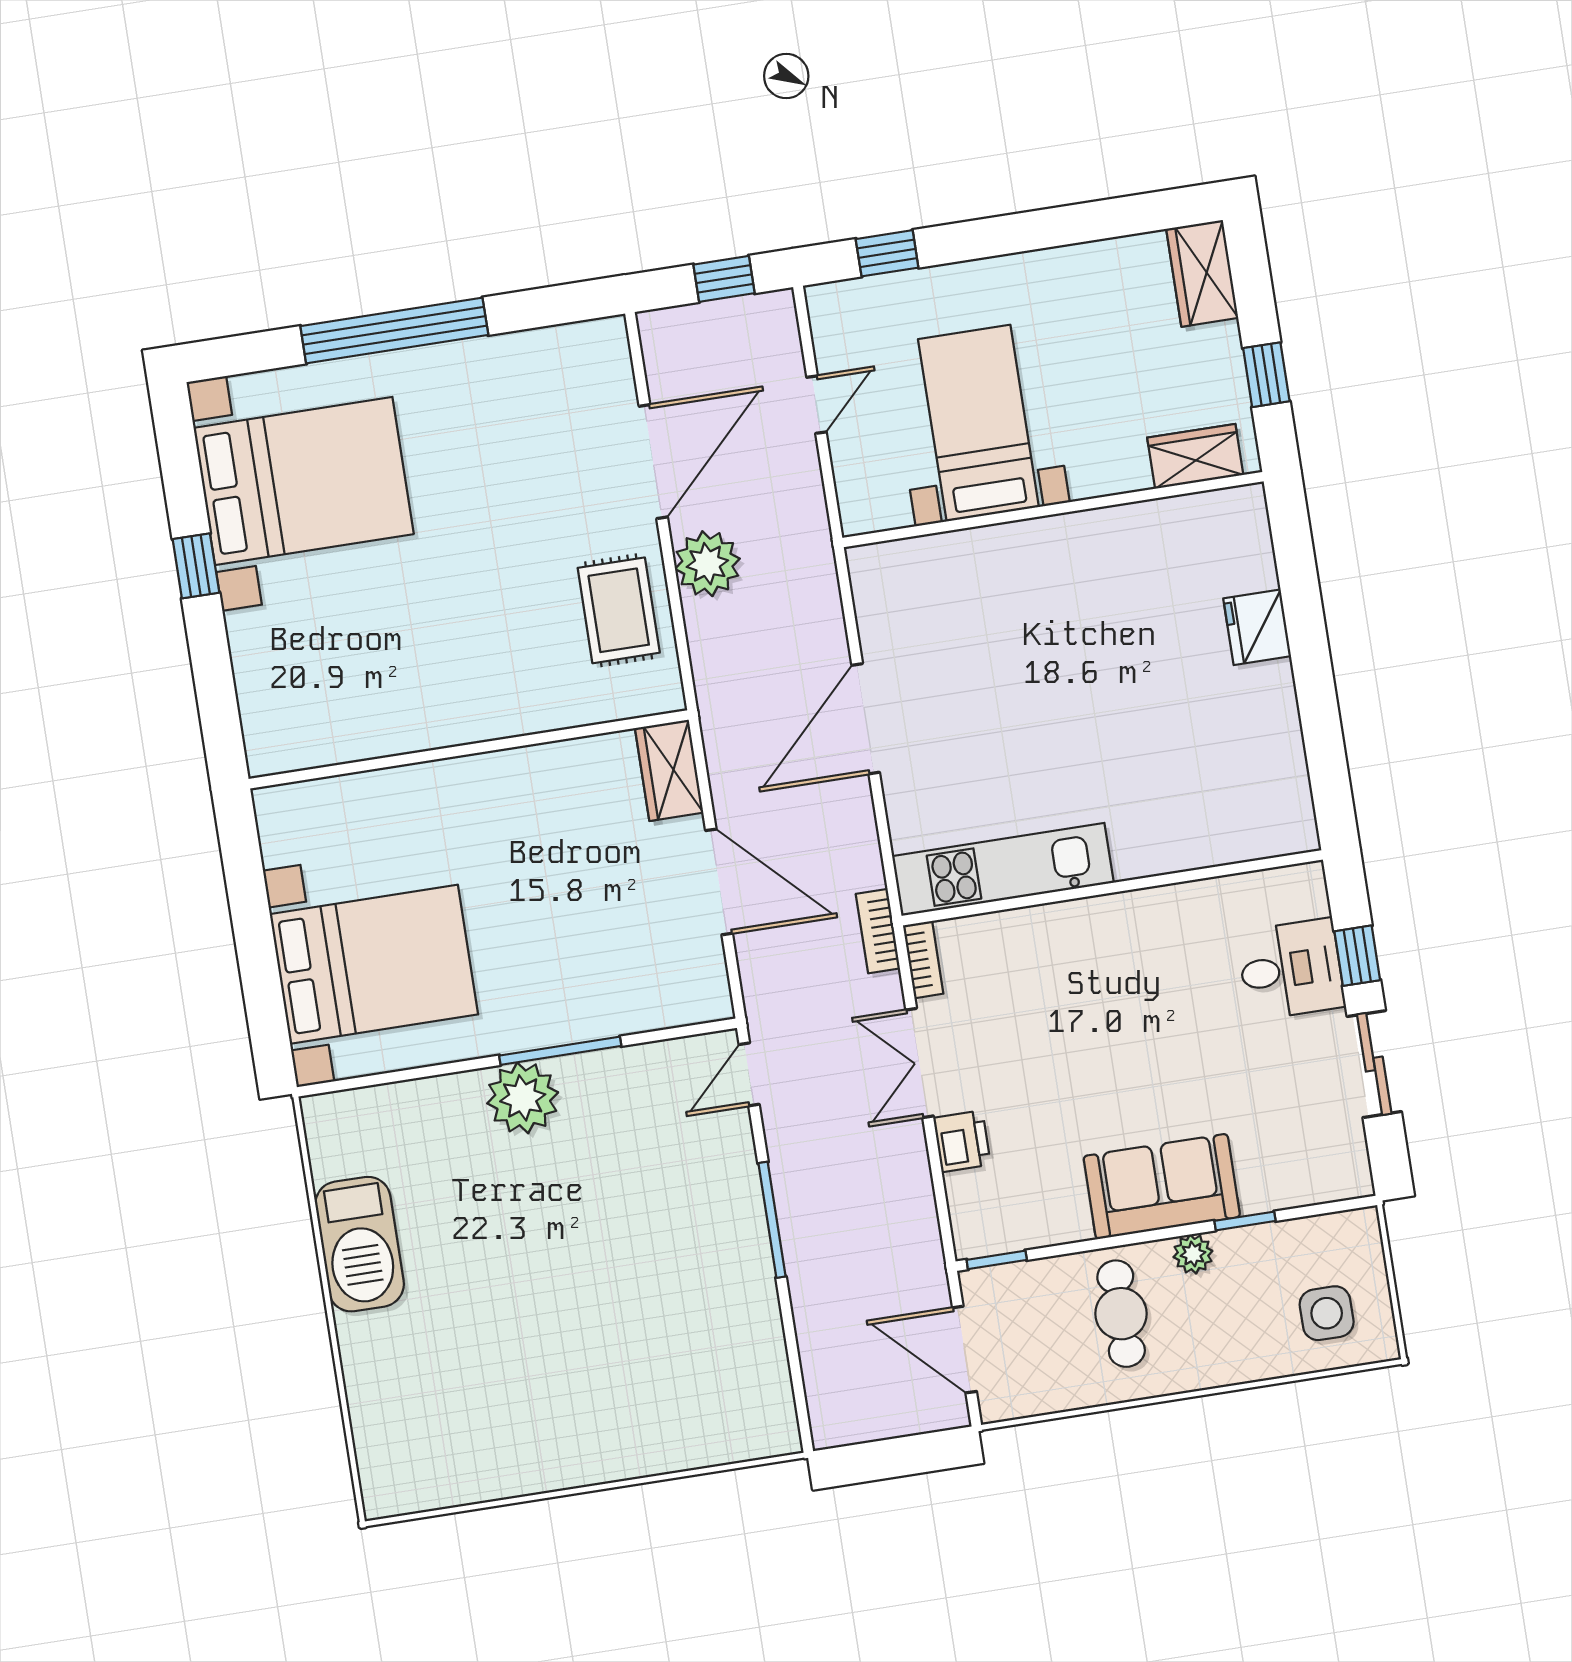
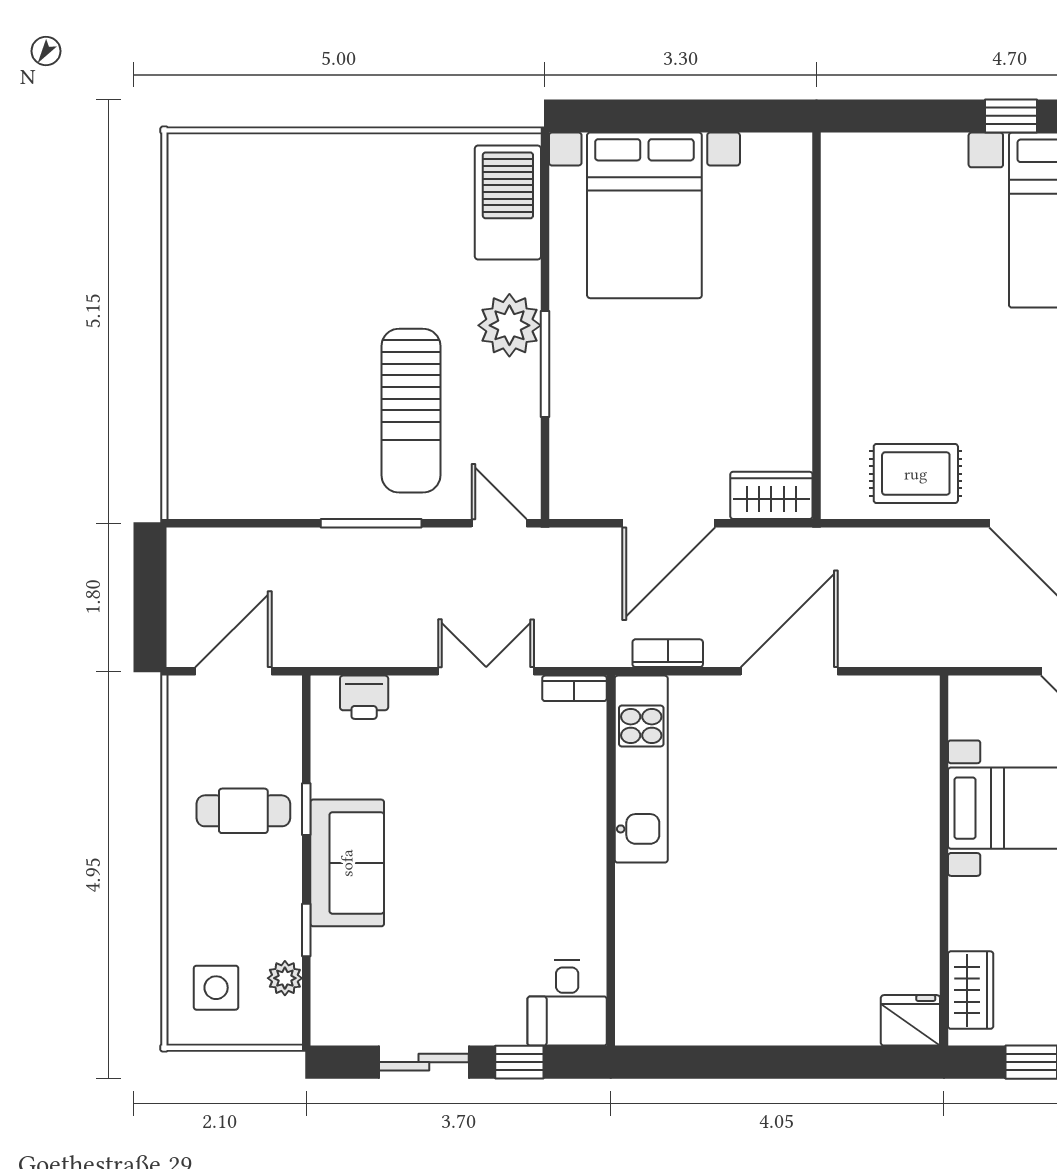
plant: (707, 564) -> (944, 556), removed
fridge: (1257, 627) -> (910, 1020), moved
door: (866, 719) -> (789, 671), hinge flipped
bookcase: (878, 931) -> (668, 653), moved
desk: (1291, 969) -> (567, 1003), moved
printer: (962, 1141) -> (364, 697), moved
sun lounger: (637, 1194) -> (411, 411), added
barbecue: (360, 1244) -> (508, 203), moved, turned 90
plant: (1193, 1254) -> (285, 978), moved
window: (997, 1260) -> (306, 809), moved

